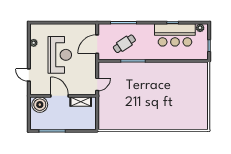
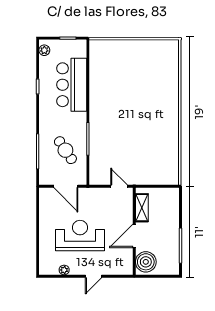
bar counter: (175, 35) -> (72, 85), moved, turned 180
door: (29, 75) -> (93, 276), moved

